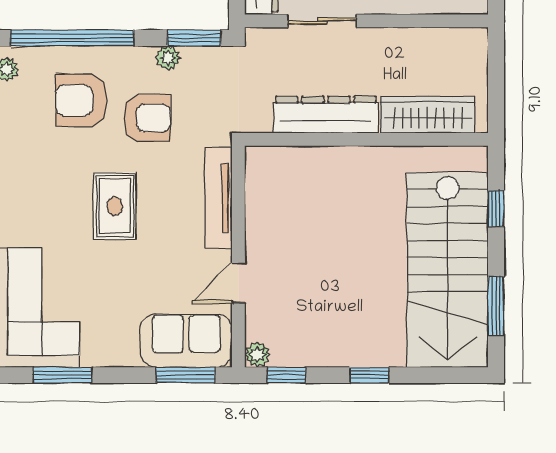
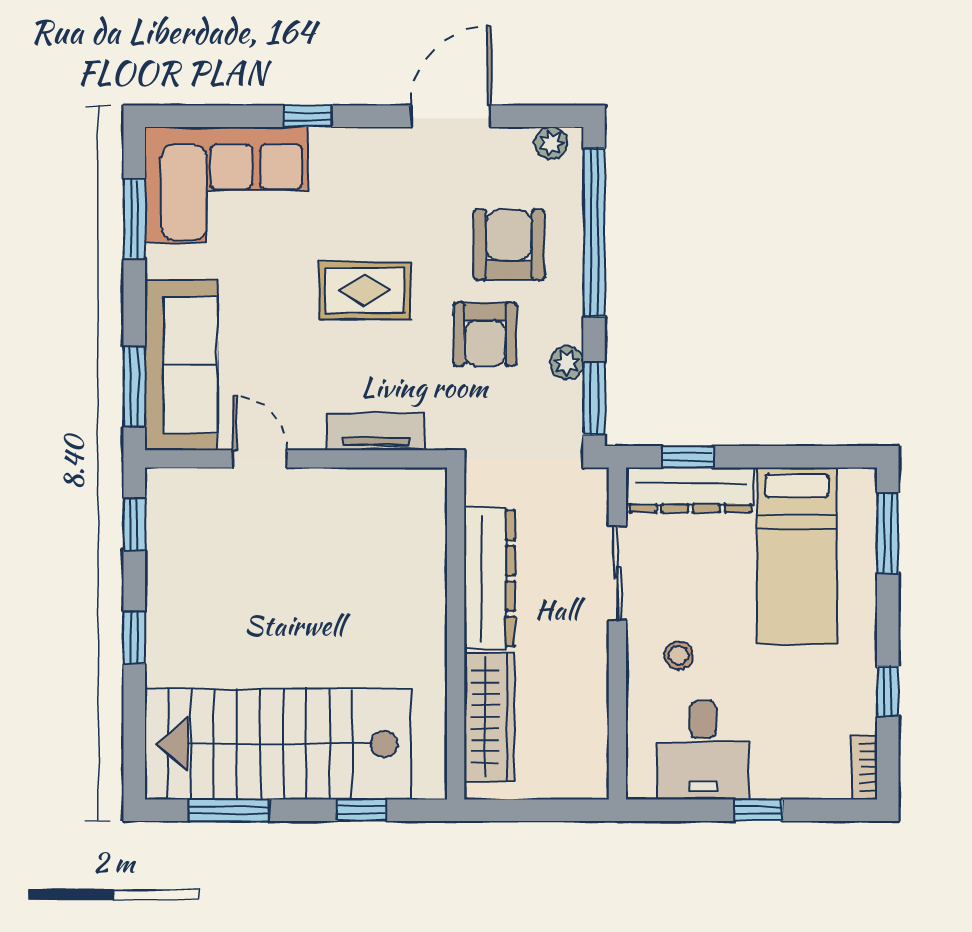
tv unit: (219, 198) -> (376, 432), width x0.71
sofa: (186, 341) -> (181, 365), width x1.36
plant: (257, 355) -> (162, 485), removed

